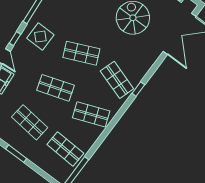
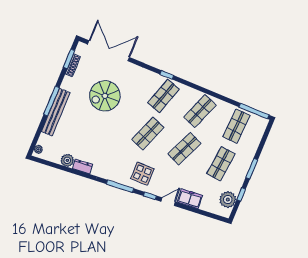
shop shelf: (81, 53) -> (148, 134), turned 45
shop shelf: (56, 88) -> (184, 149), turned 42
shop shelf: (91, 114) -> (200, 111), turned 42

